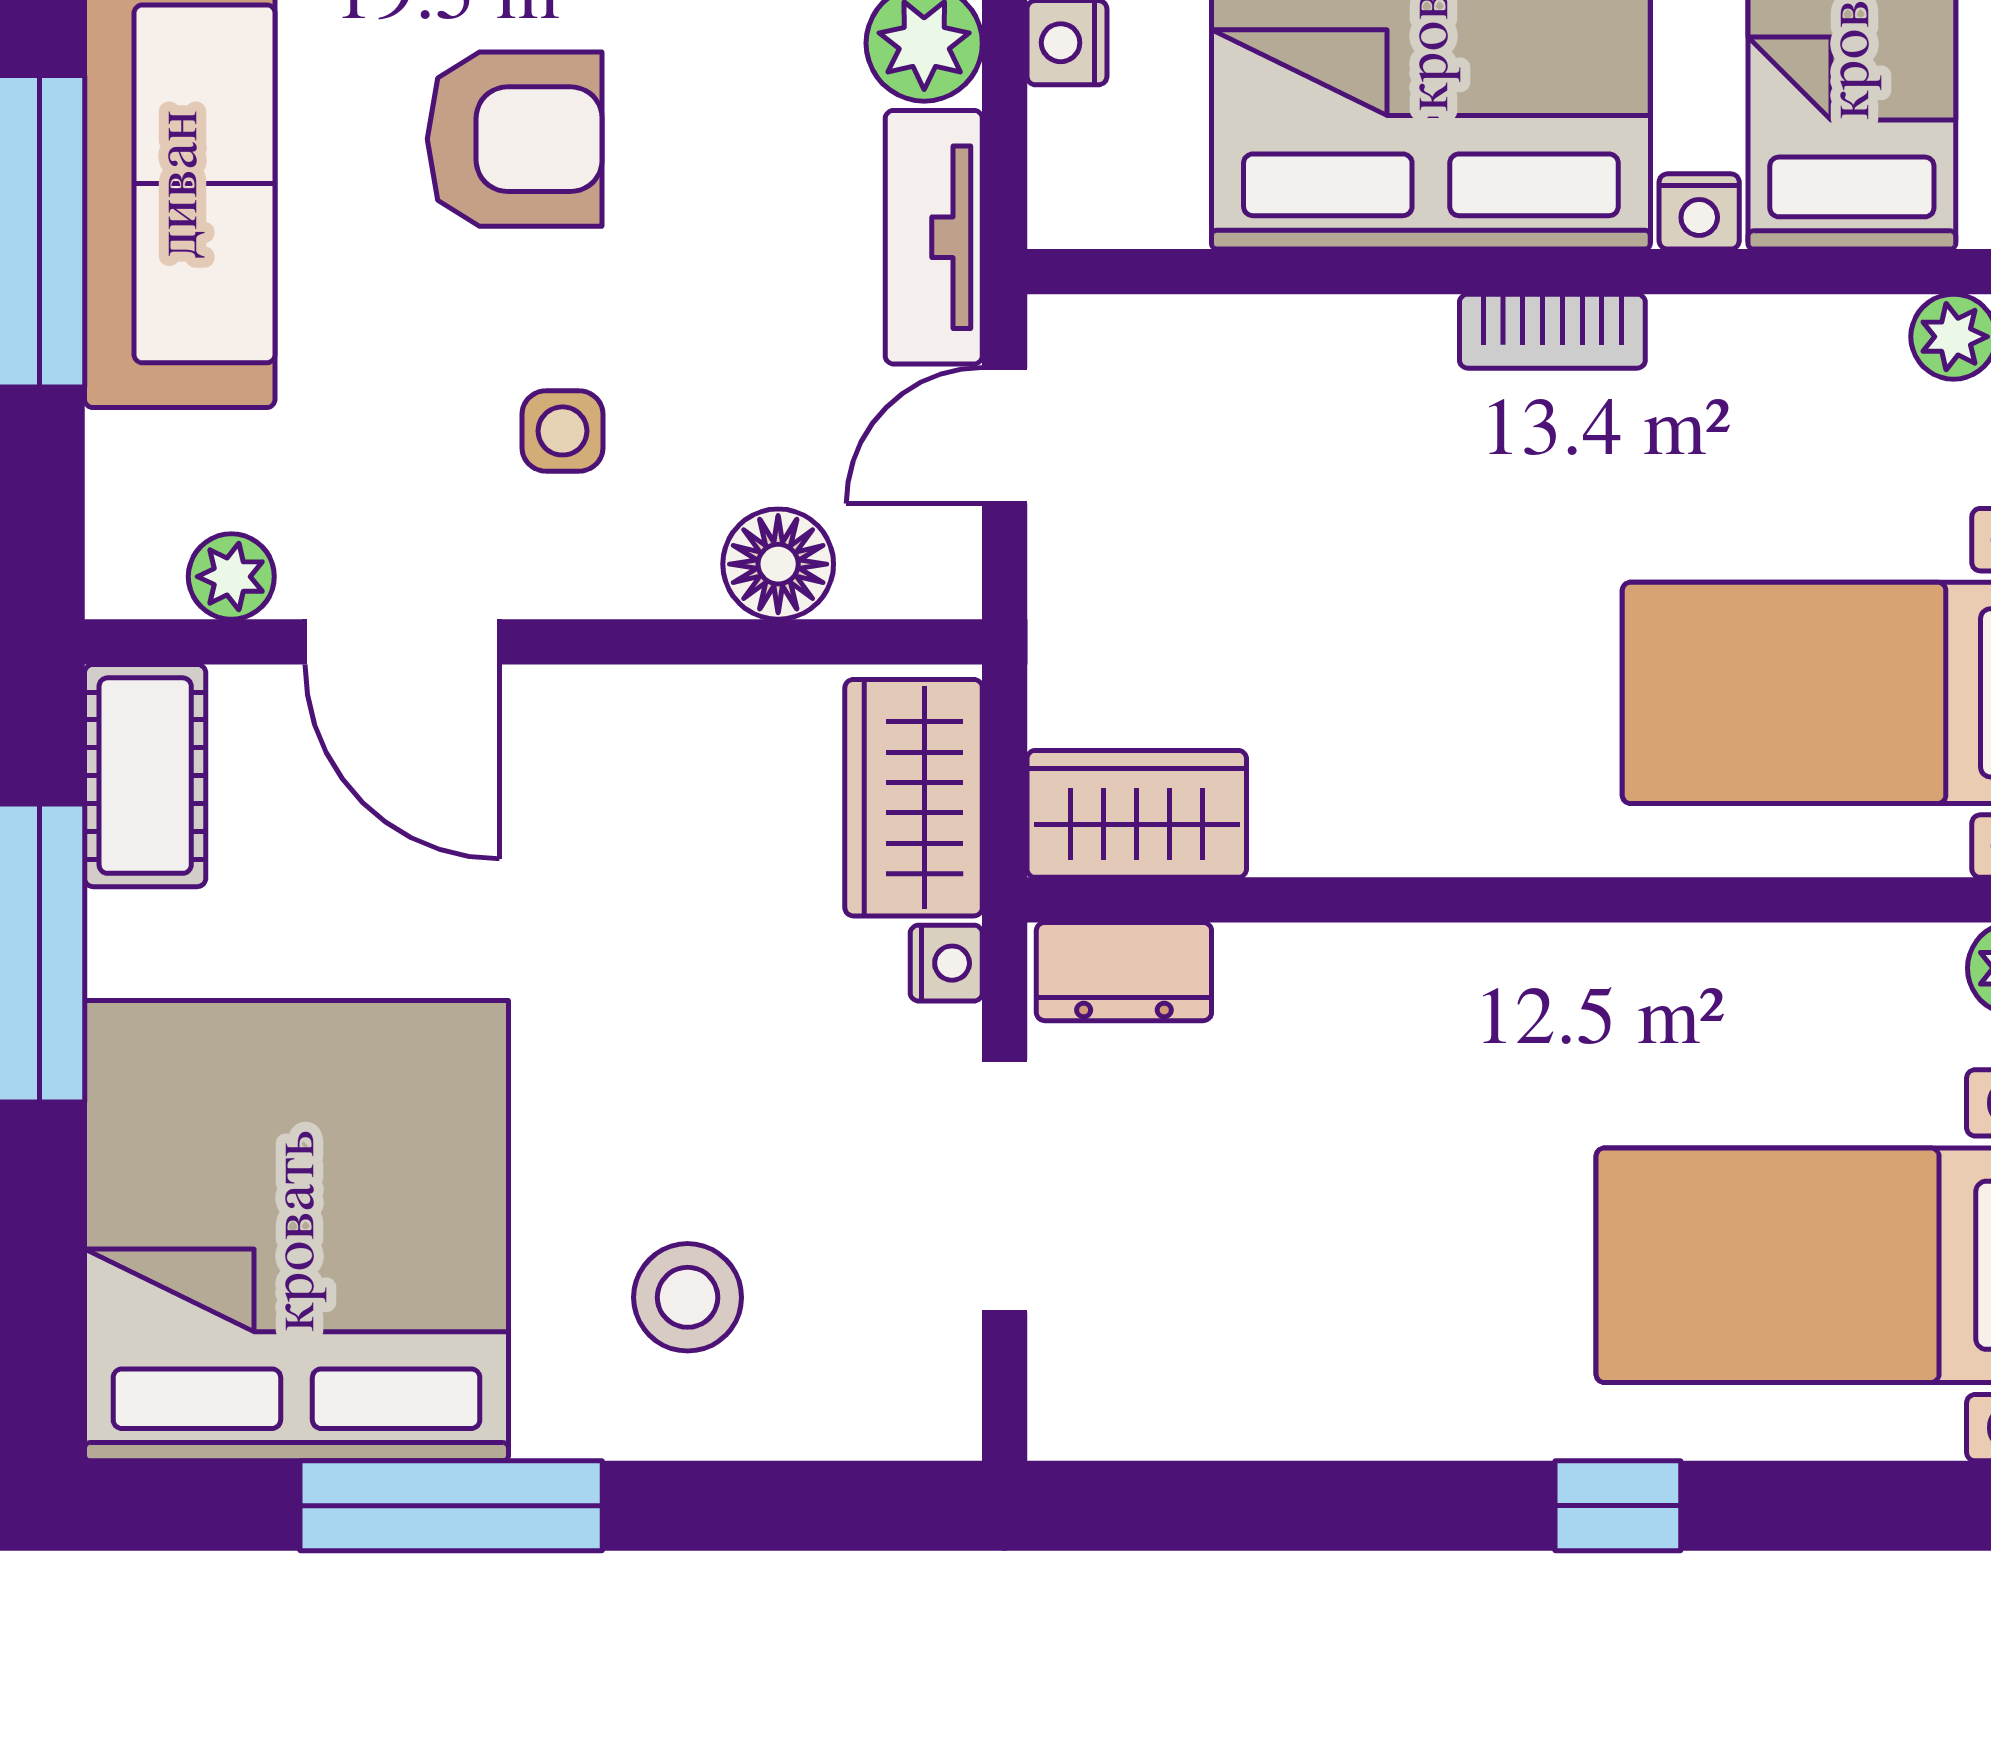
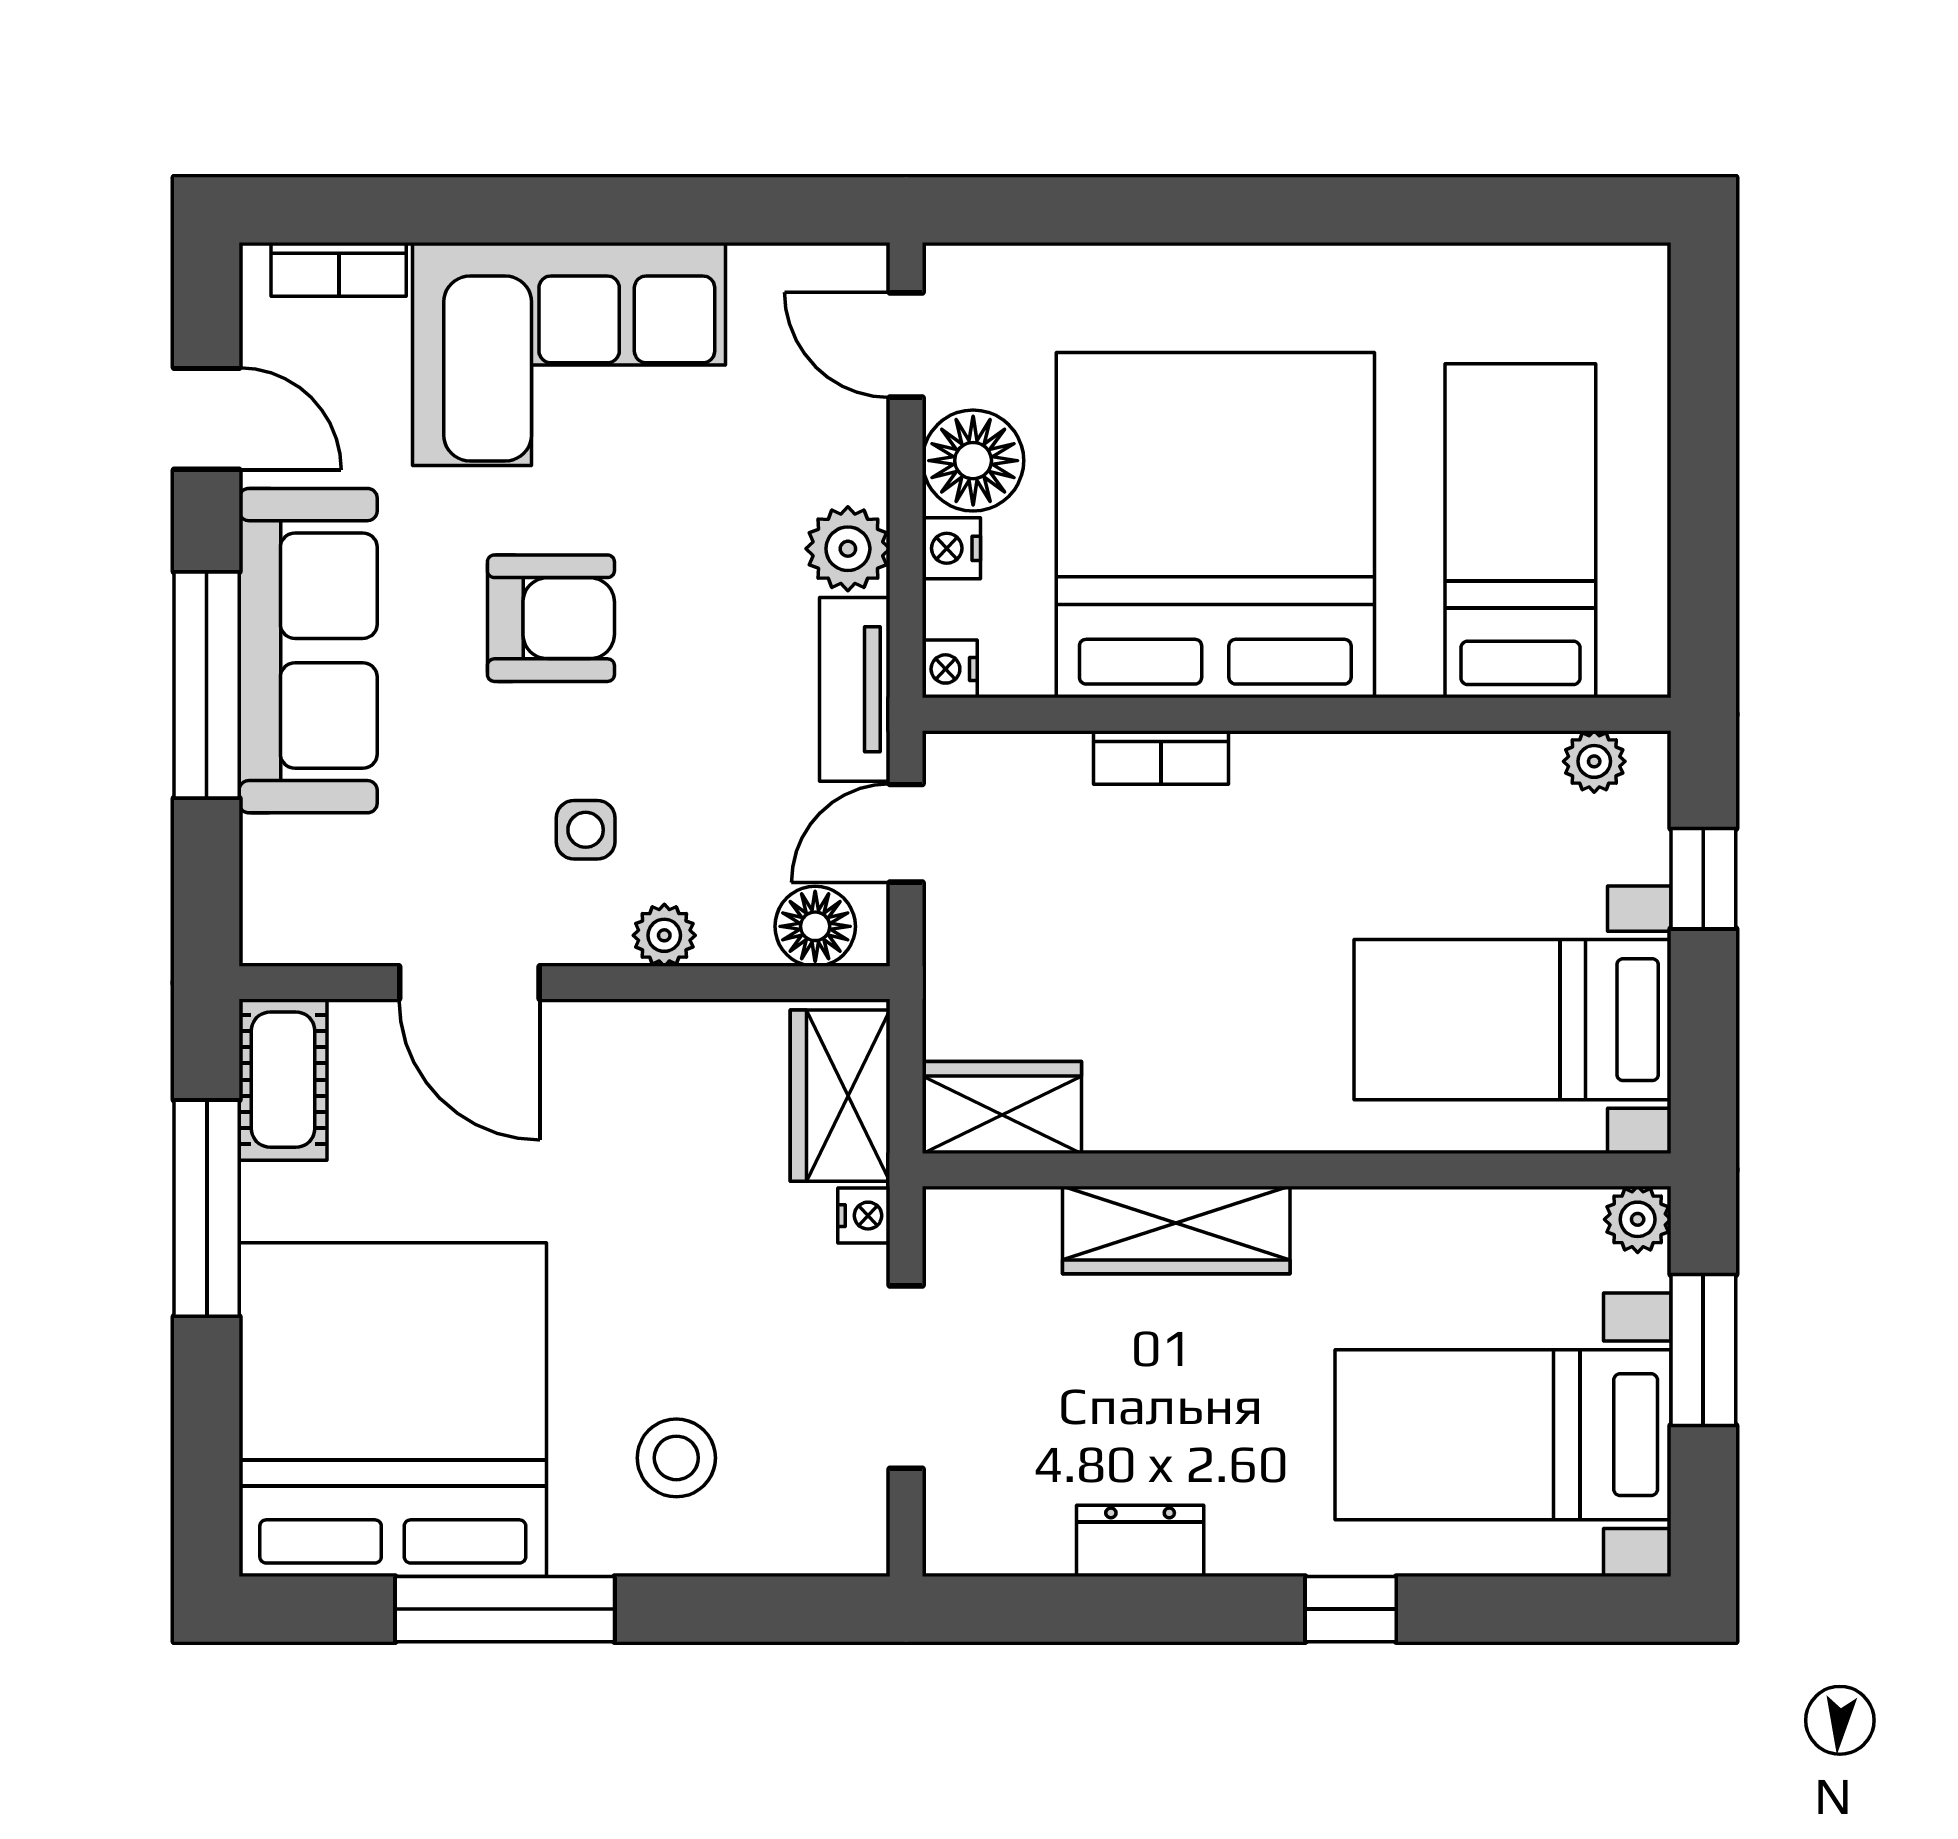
nightstand: (1699, 211) -> (950, 669), moved, turned 90
bookcase: (1552, 331) -> (1161, 757), moved
floor lamp: (778, 564) -> (815, 926), moved
plant: (231, 577) -> (664, 935), moved
dresser: (1124, 972) -> (1140, 1541), moved, turned 180
wardrobe: (1377, 983) -> (1176, 1230), added

